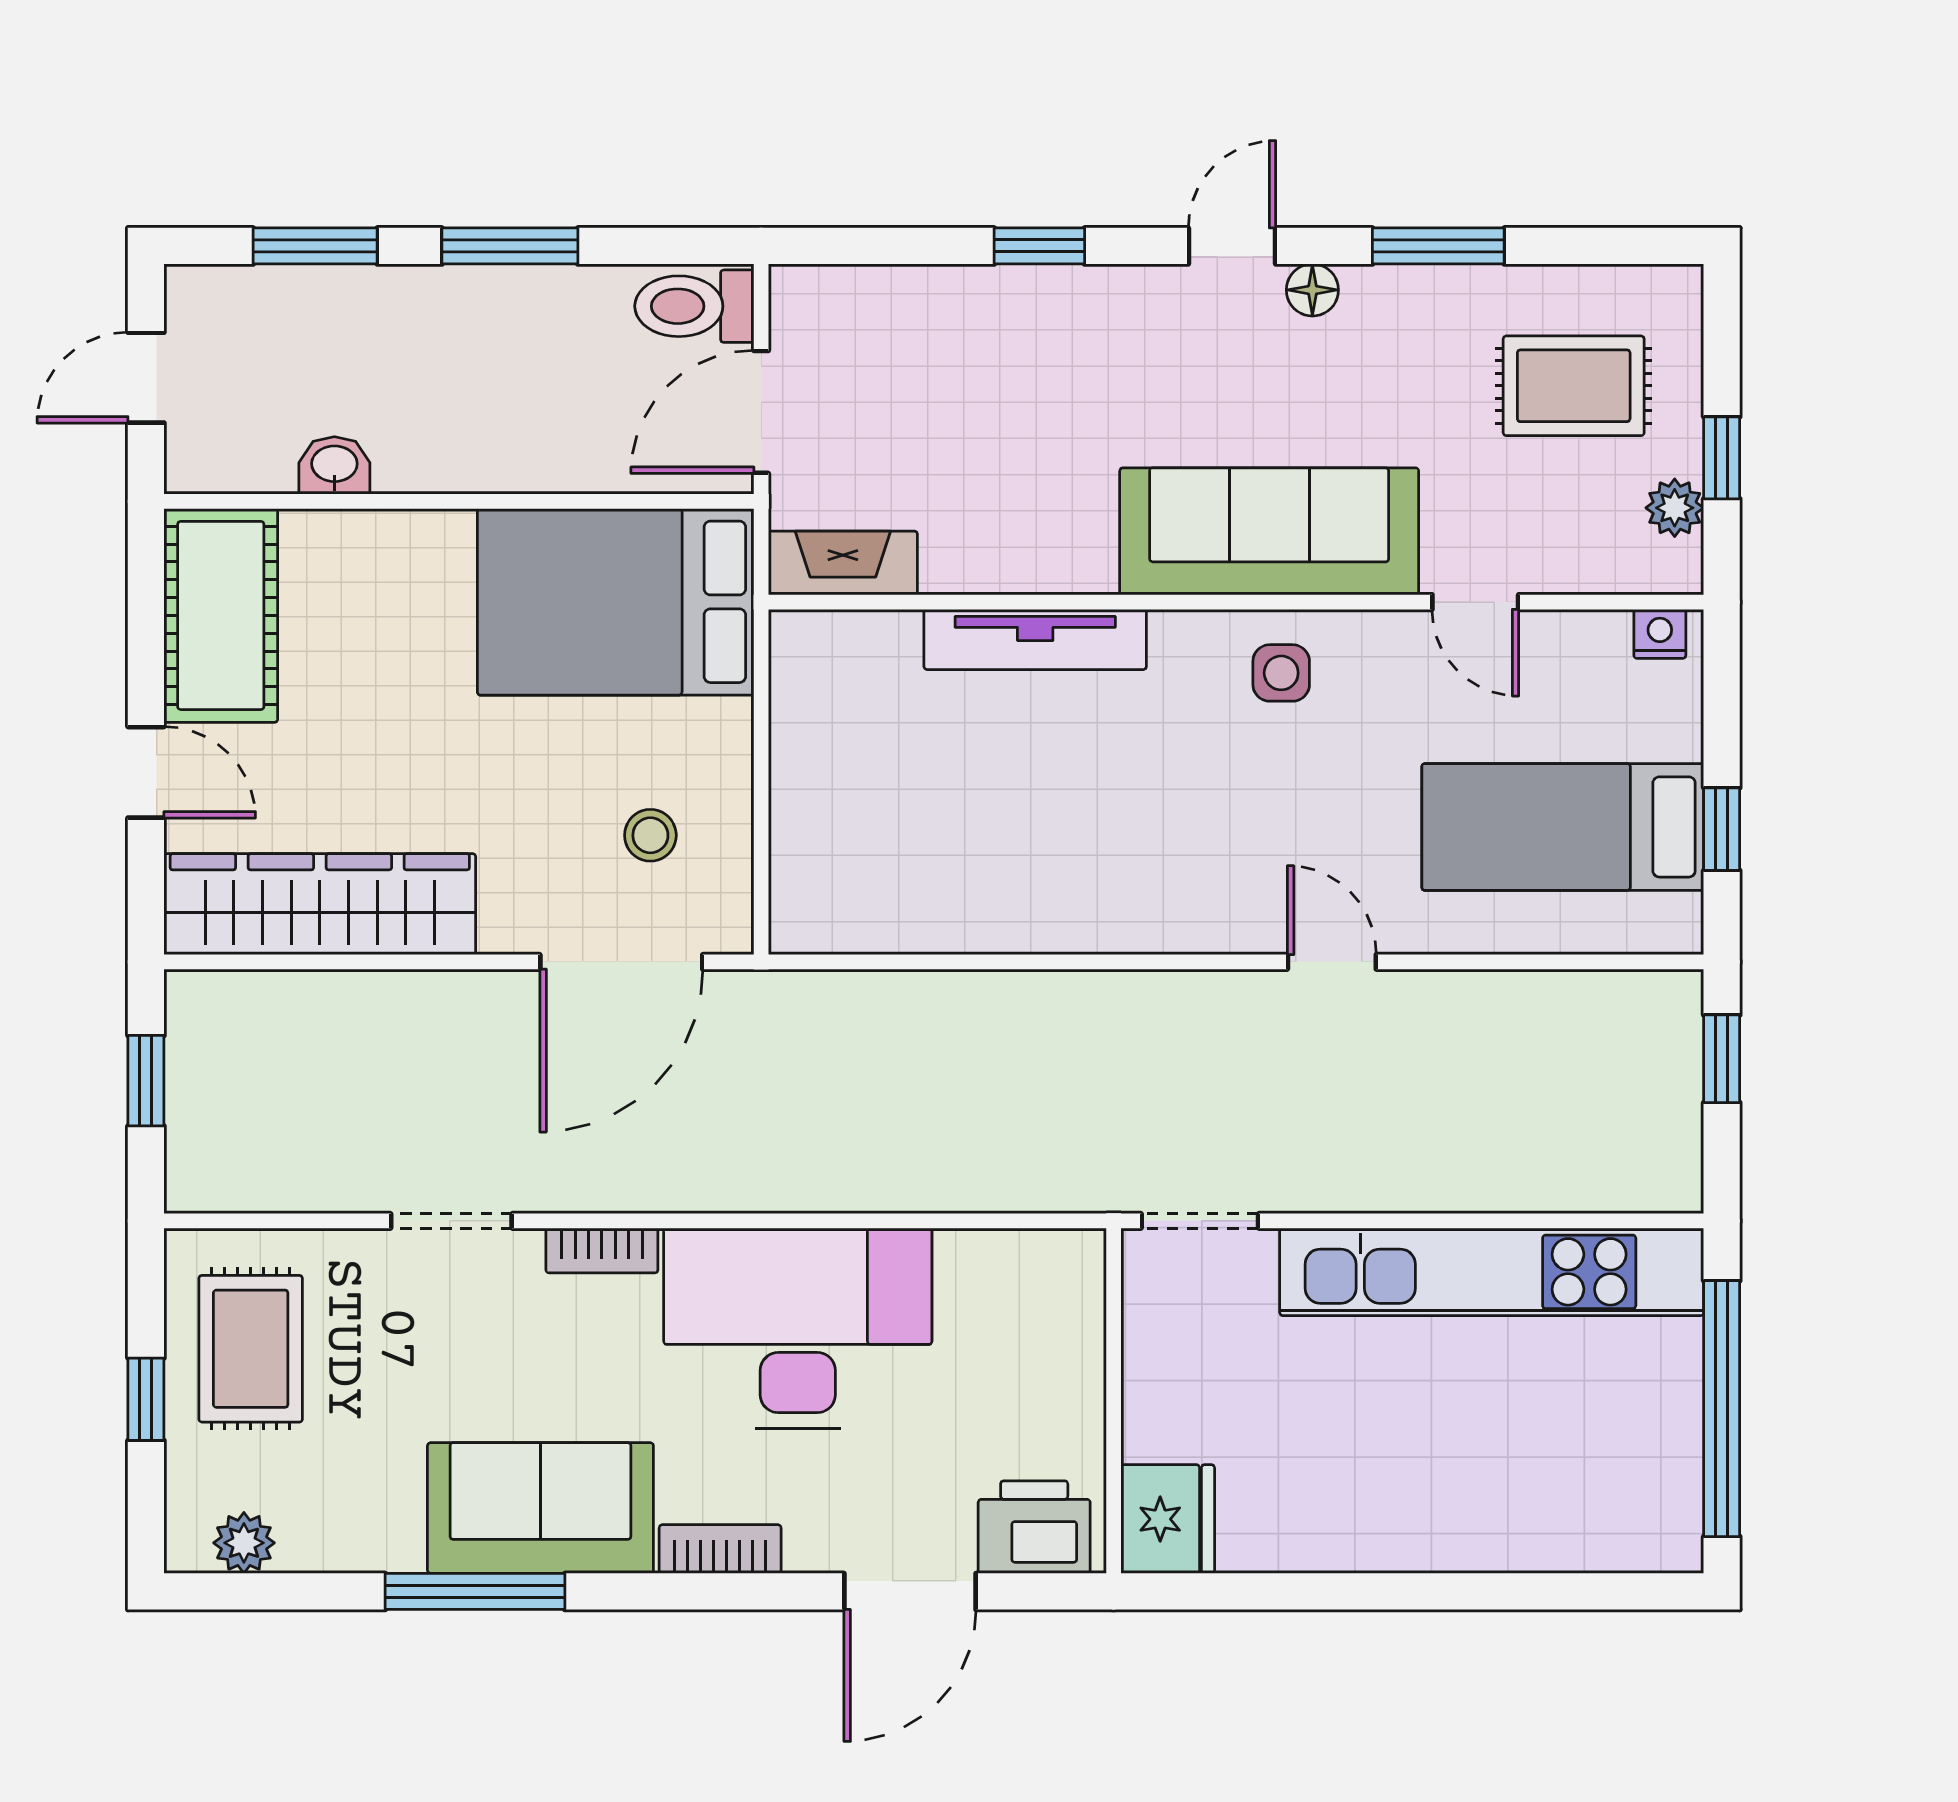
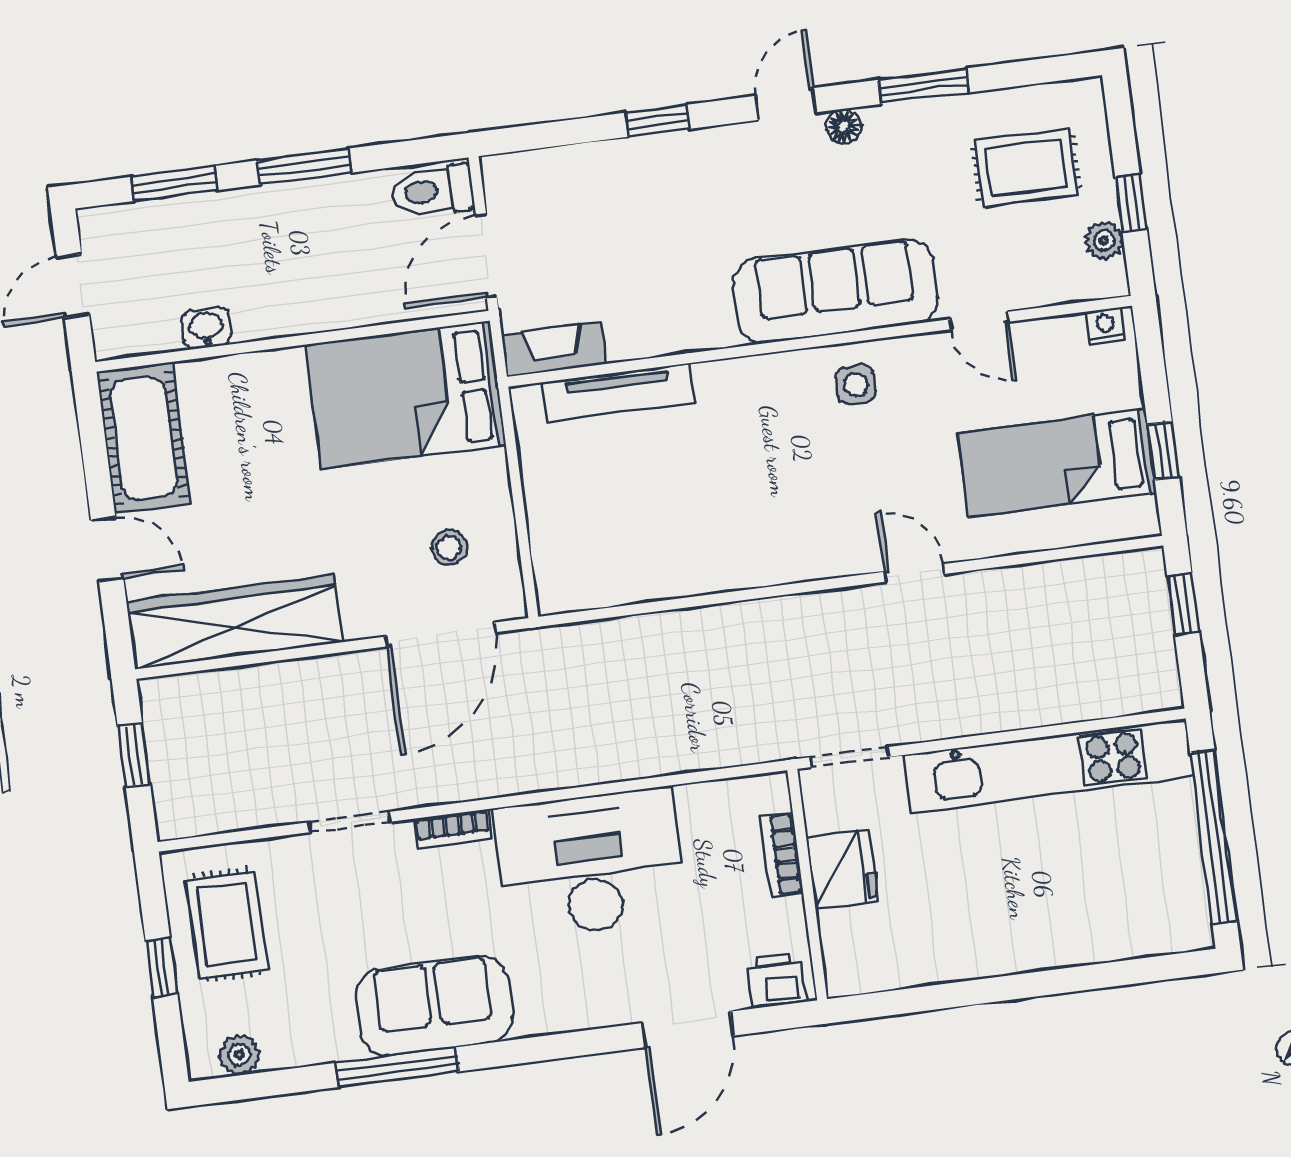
tv unit: (1035, 639) -> (618, 393), moved
fridge: (1168, 1519) -> (842, 869), moved
printer: (1034, 1527) -> (776, 980), width x0.73, depth x0.81
bookcase: (720, 1549) -> (782, 855), moved, turned -90

